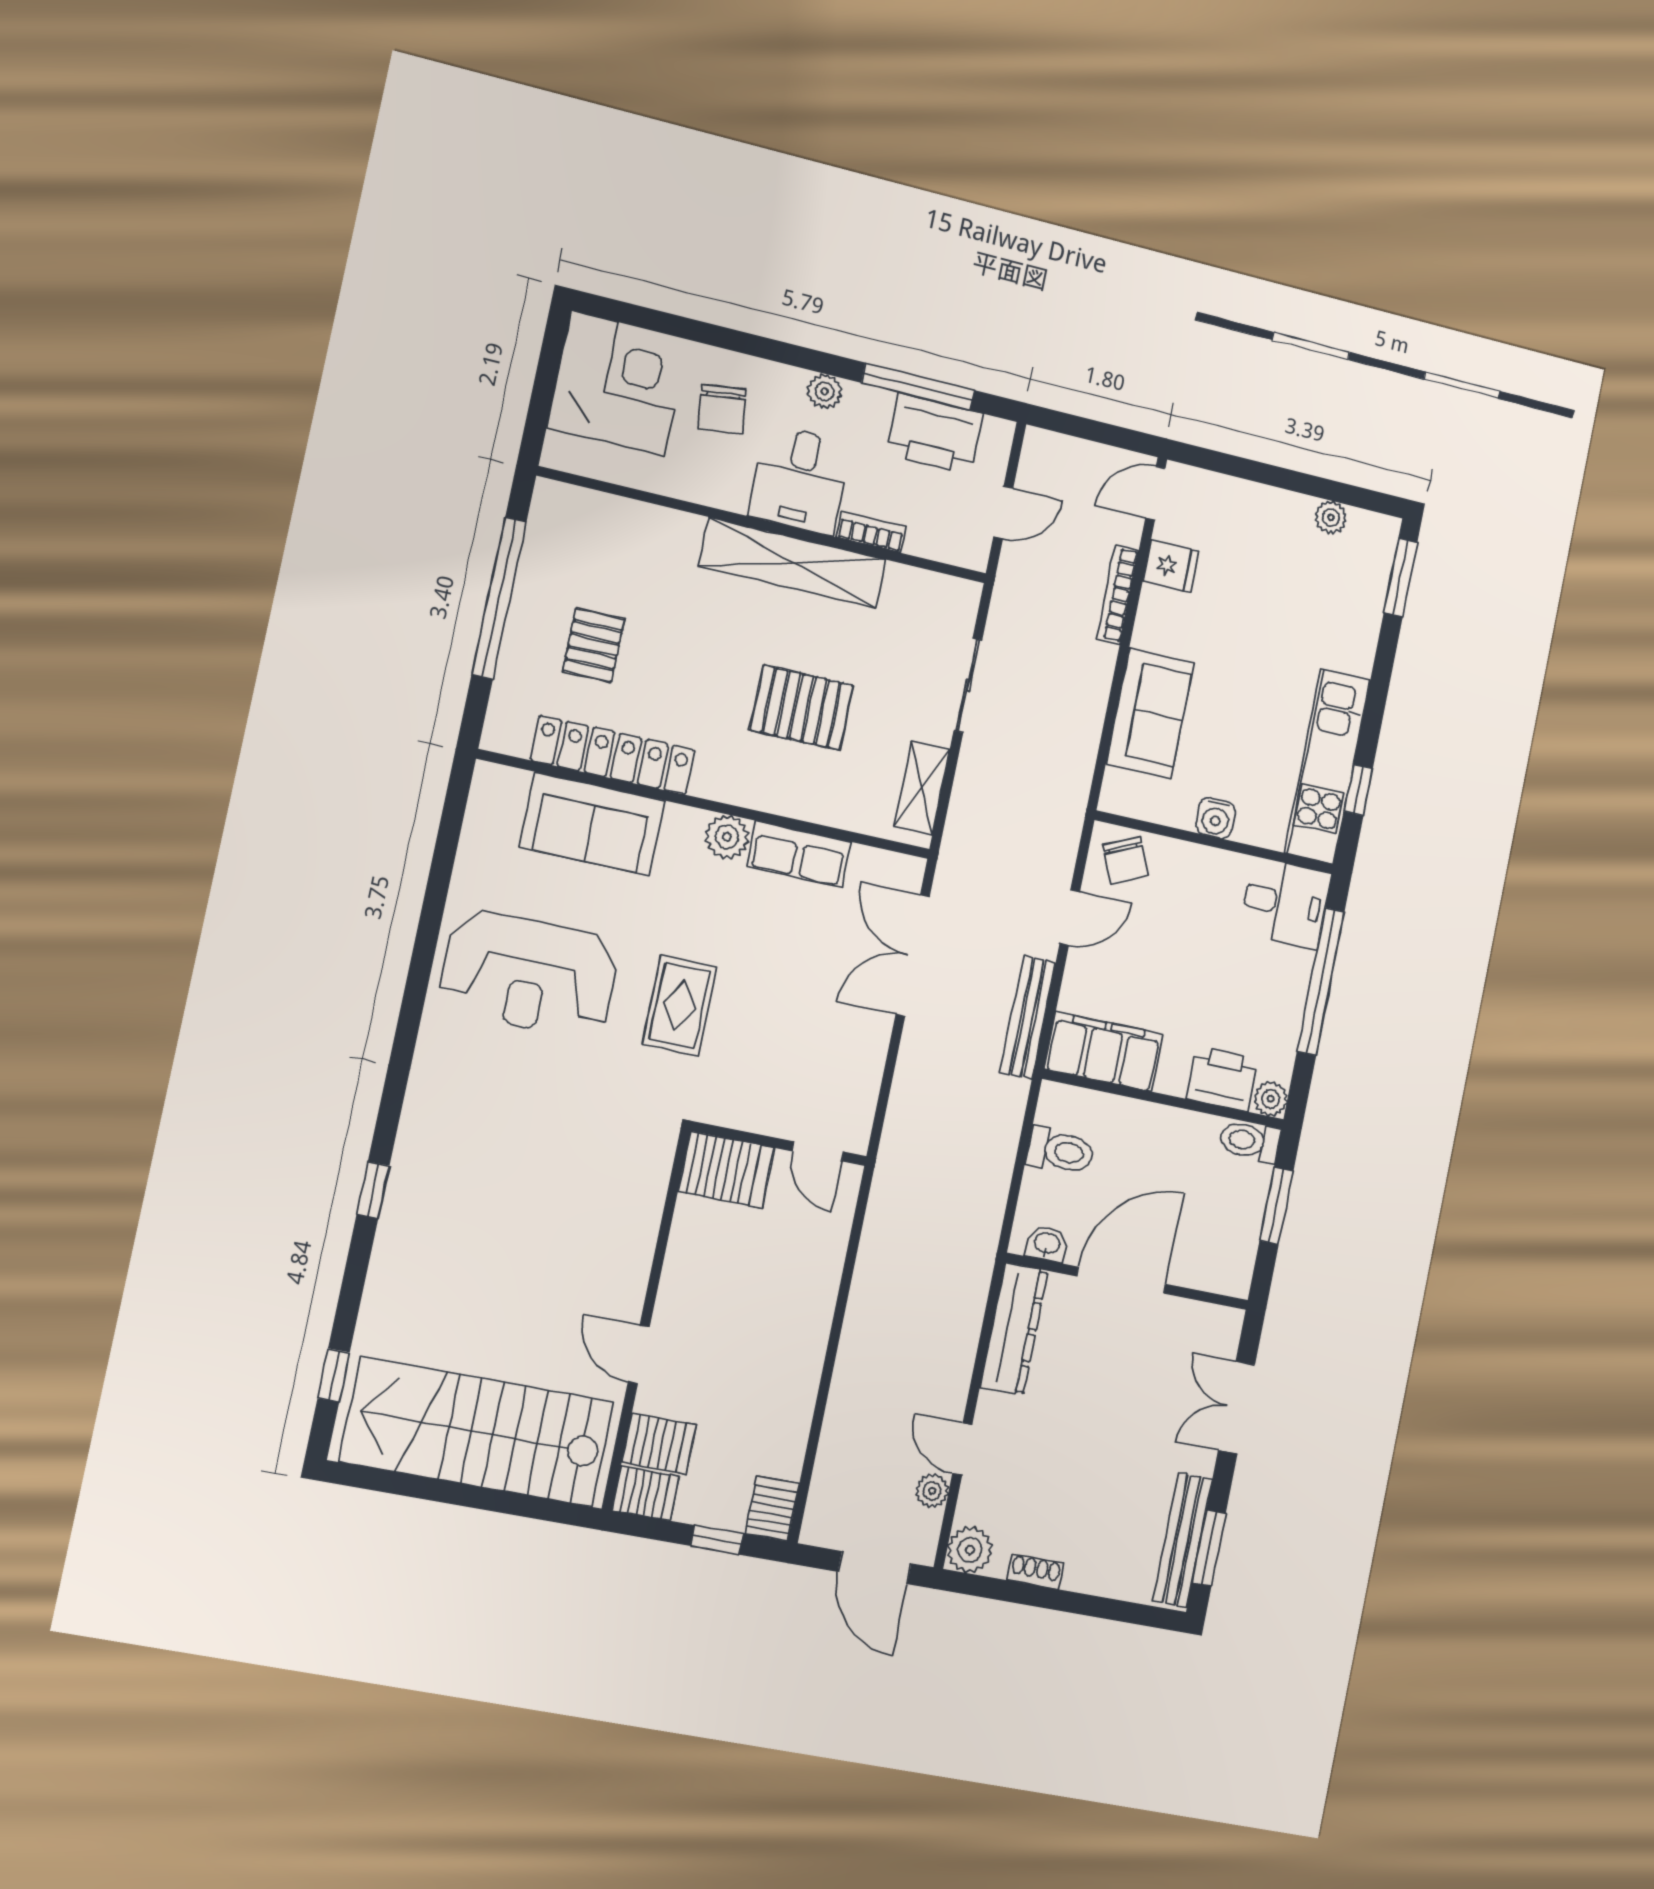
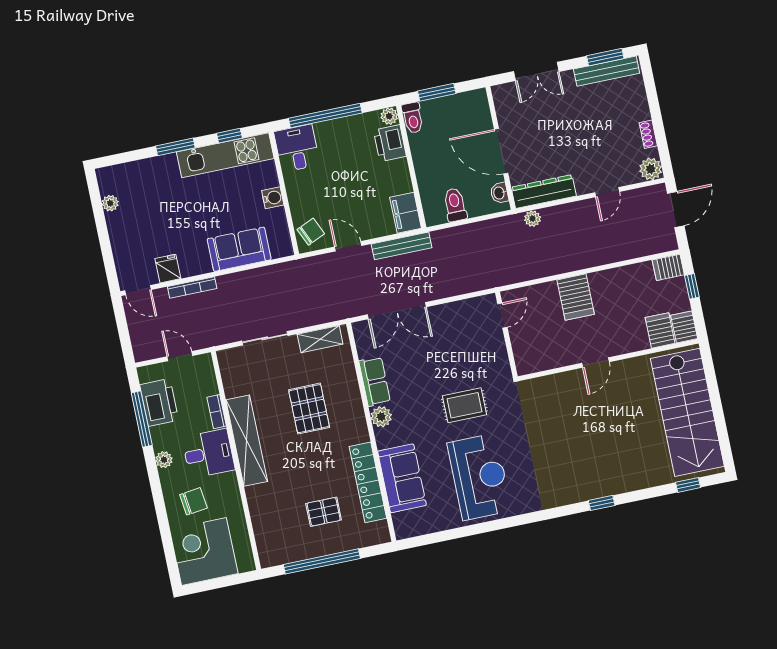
window: (1401, 578) -> (175, 147), moved
filing cabinet: (1104, 1052) -> (406, 213), width x0.67, depth x0.86
server rack: (726, 1170) -> (576, 297), moved, turned 180
door: (639, 1354) -> (596, 363), moved
plant: (932, 1491) -> (533, 219), moved

